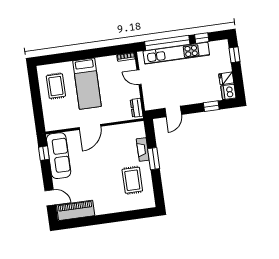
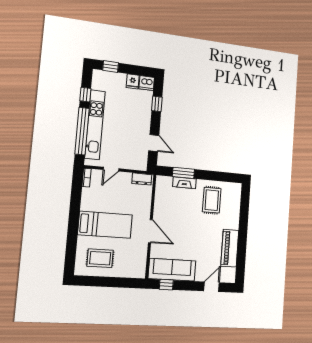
window: (154, 159) -> (183, 173), moved
rug: (132, 180) -> (212, 200), turned 90
piano: (76, 210) -> (230, 248), moved

